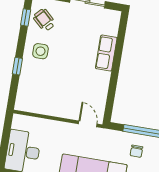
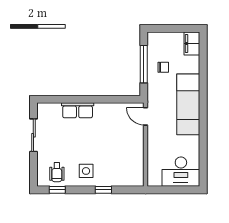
wheelchair: (44, 20) -> (57, 172), turned -43
door: (88, 124) -> (146, 116), hinge flipped

